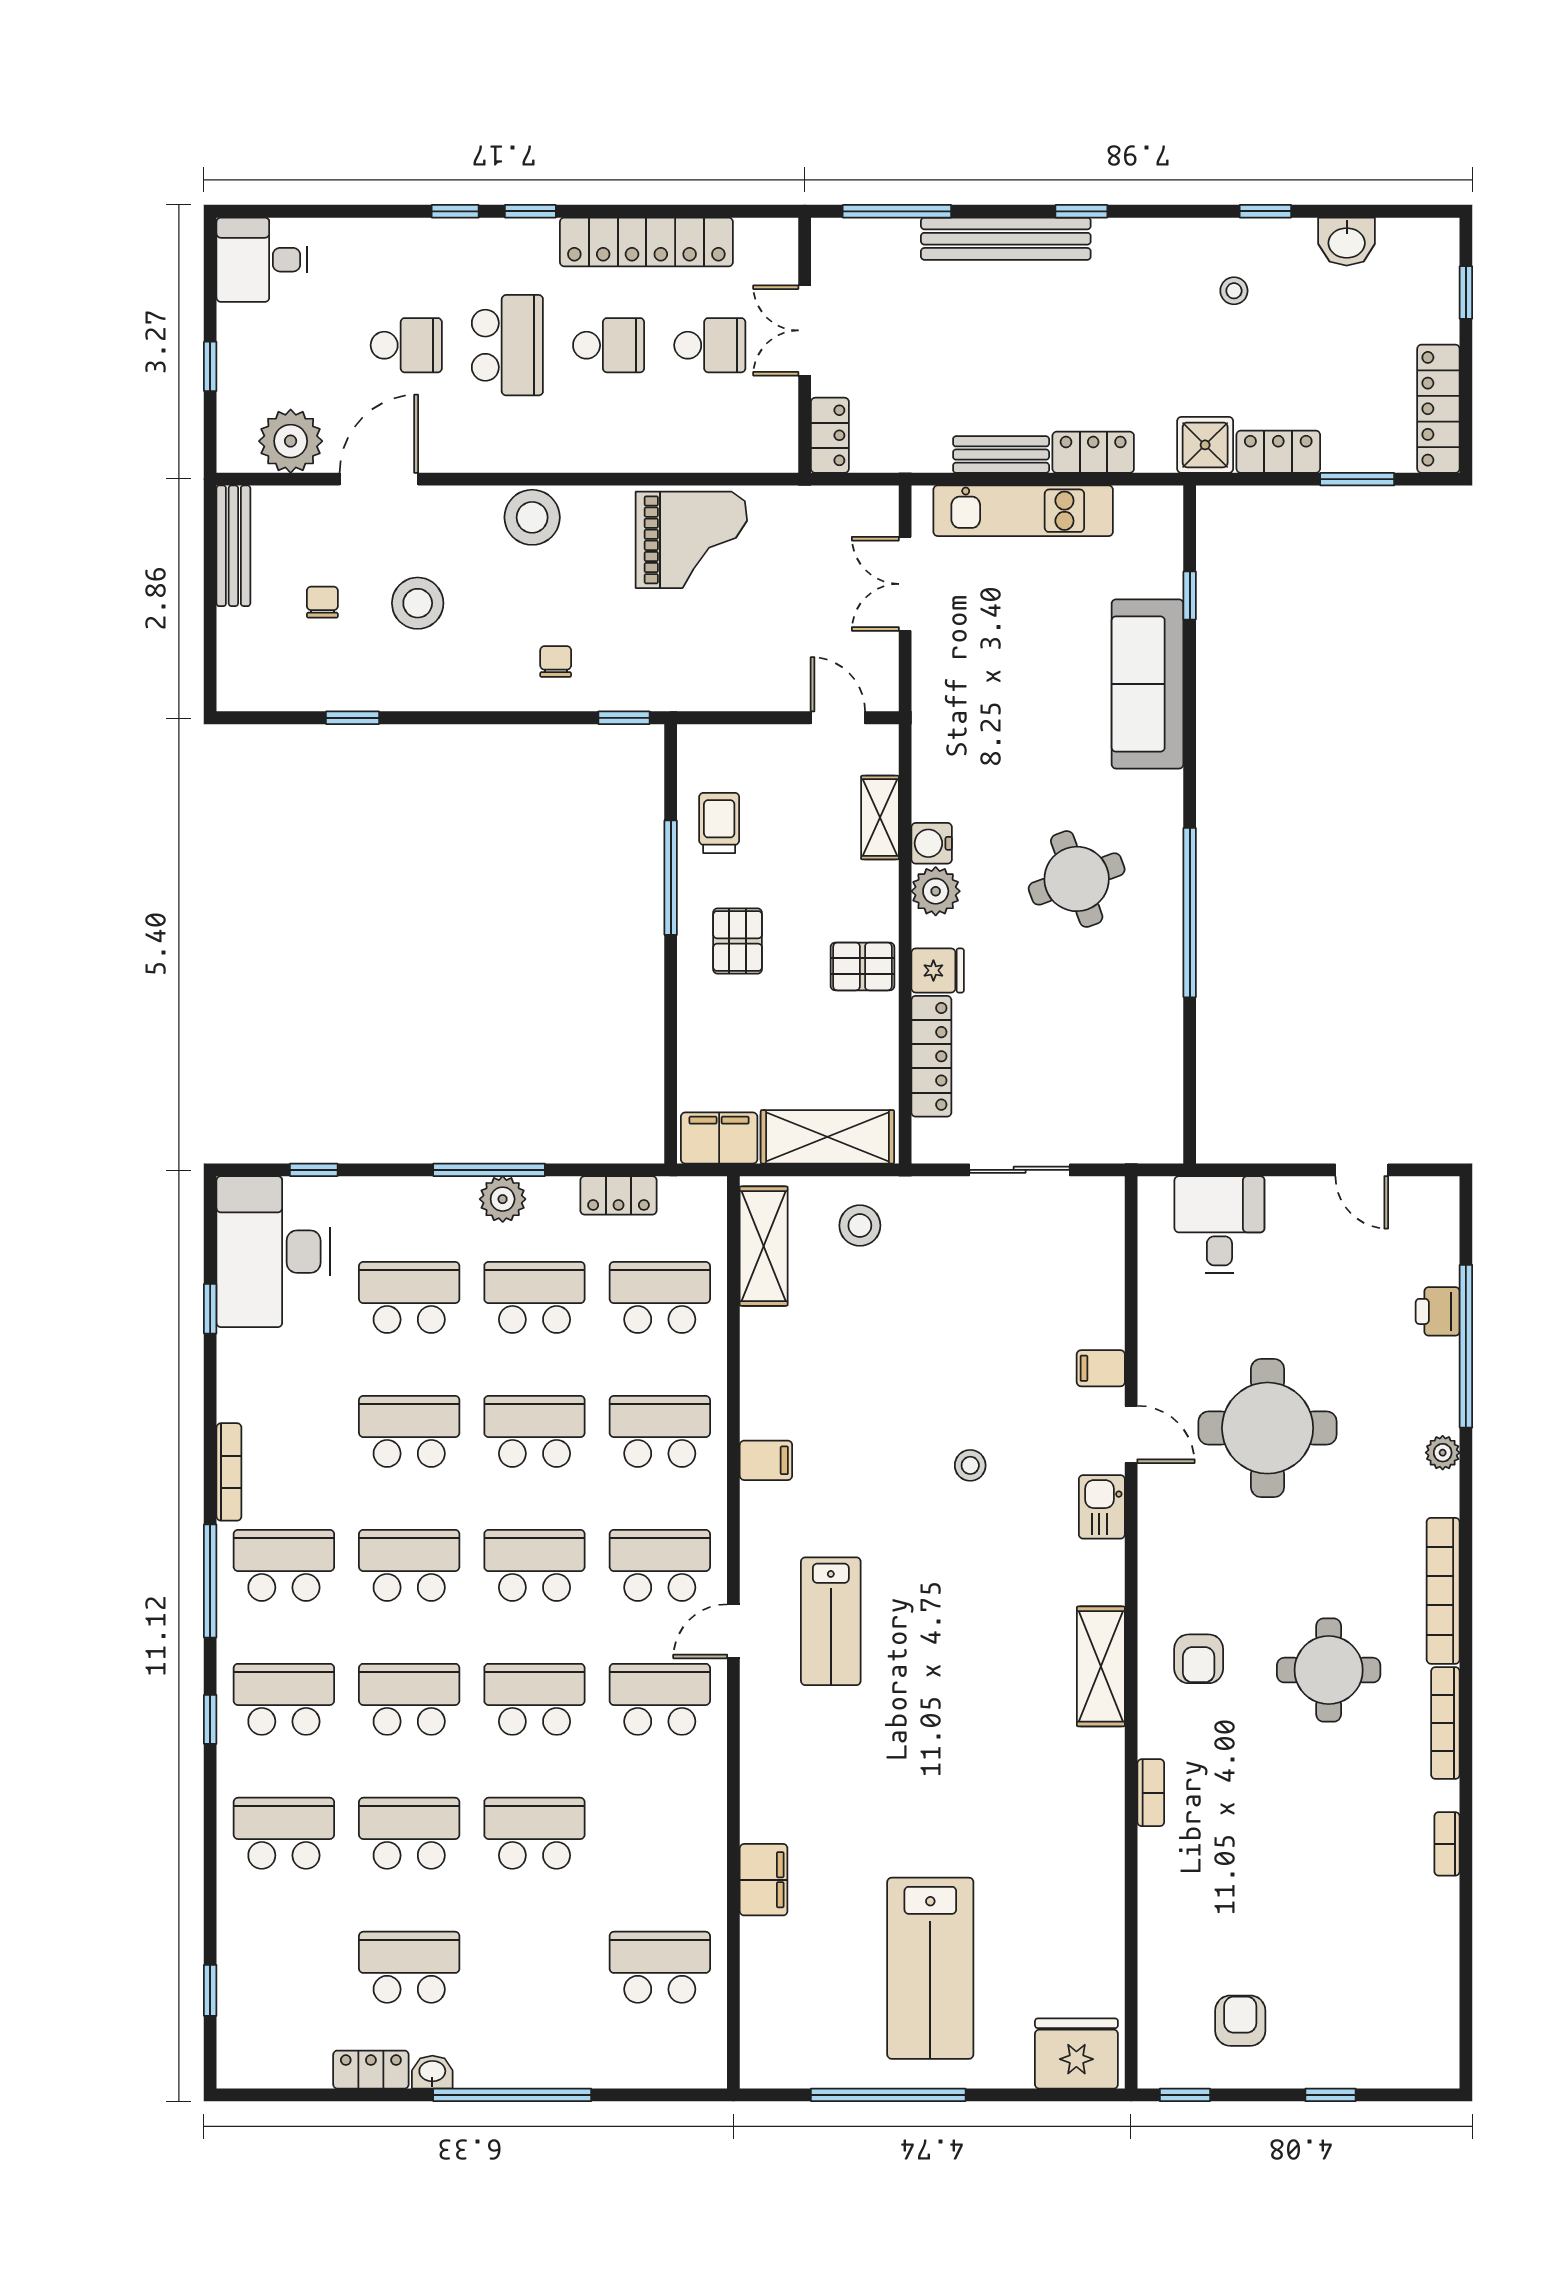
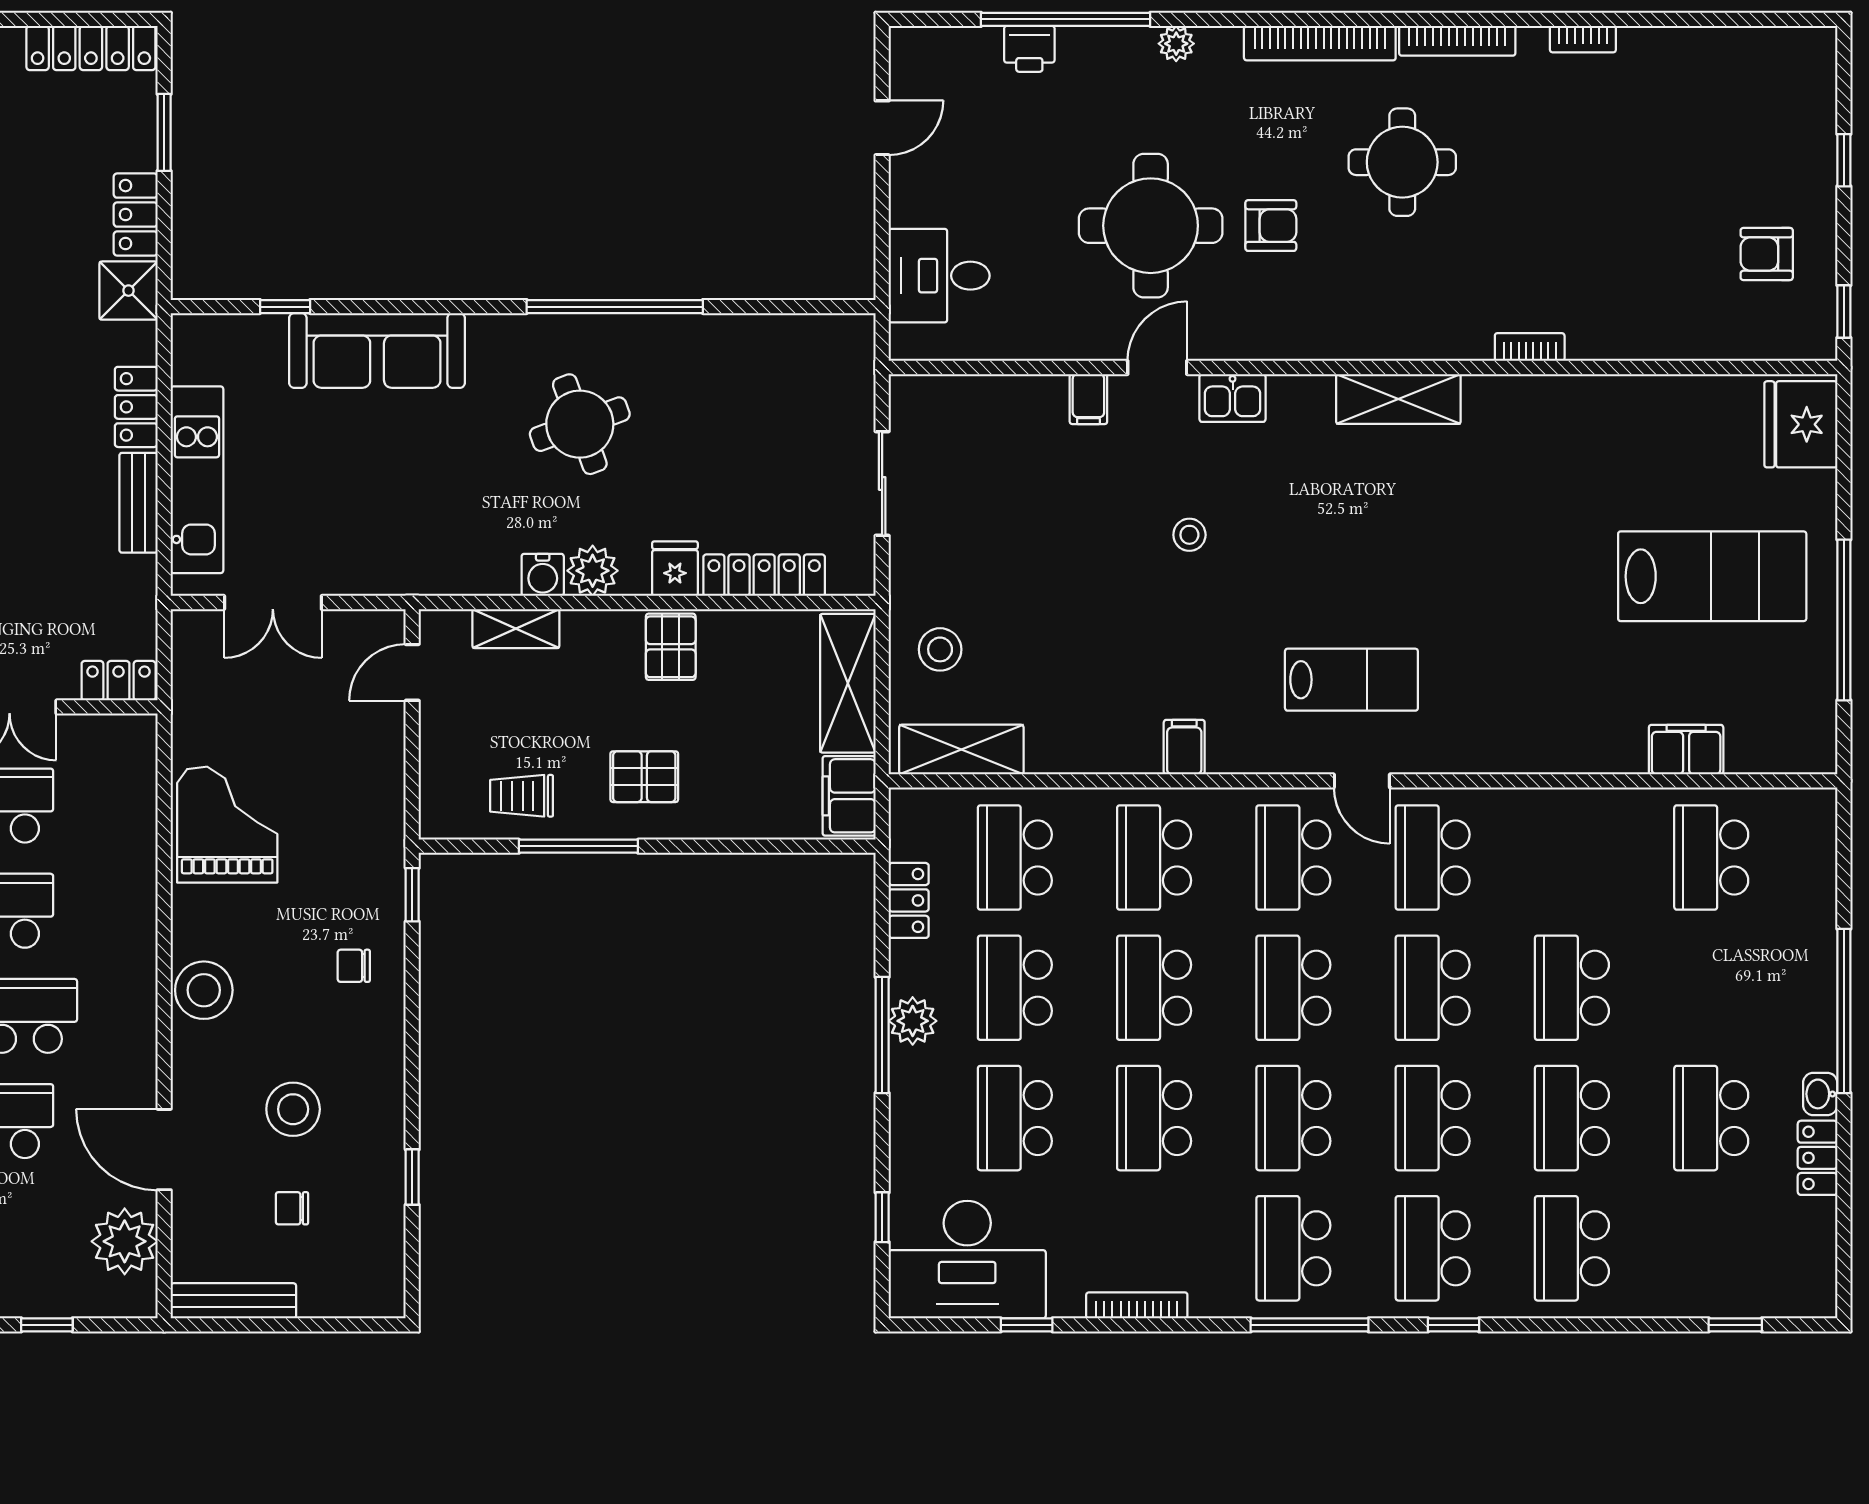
bookcase: (229, 1472) -> (1137, 1305), moved
armchair: (1199, 1659) -> (1271, 226), moved
filing cabinet: (764, 1880) -> (1686, 750), moved

